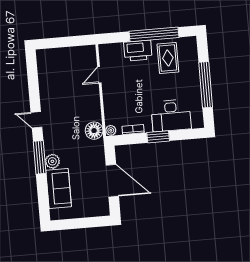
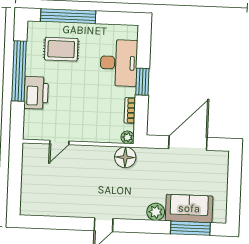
rug: (168, 58) -> (61, 49), moved
door: (99, 75) -> (59, 143), hinge flipped
window: (206, 85) -> (68, 16), moved
window: (40, 157) -> (190, 228), moved

